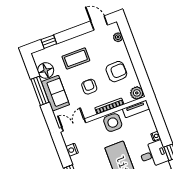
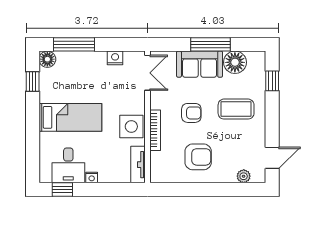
coffee table: (76, 58) -> (236, 109), turned 90
armchair: (116, 72) -> (198, 157), turned -88
plant: (137, 93) -> (159, 174), removed

